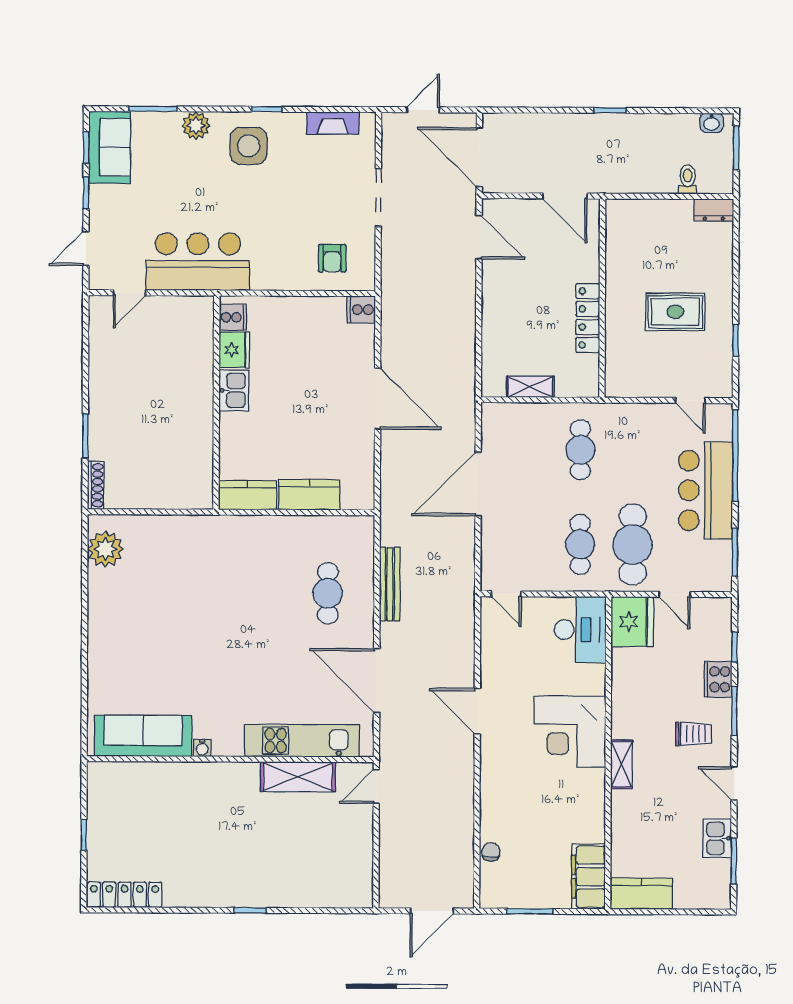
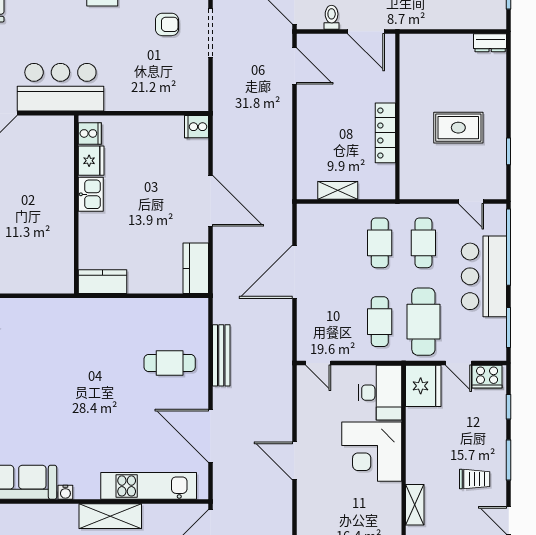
toilet: (688, 179) -> (332, 17), moved
armchair: (332, 258) -> (167, 24), moved, turned -90
cafe table: (633, 450) -> (423, 243), added
kitchen counter: (309, 495) -> (196, 268), moved, turned -90
cafe table: (328, 593) -> (170, 363), turned 90
cooker: (718, 679) -> (487, 377), moved, turned -90
corner desk: (570, 732) -> (372, 452), moved
shelving: (298, 777) -> (110, 516), moved

